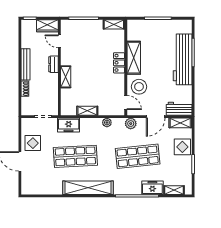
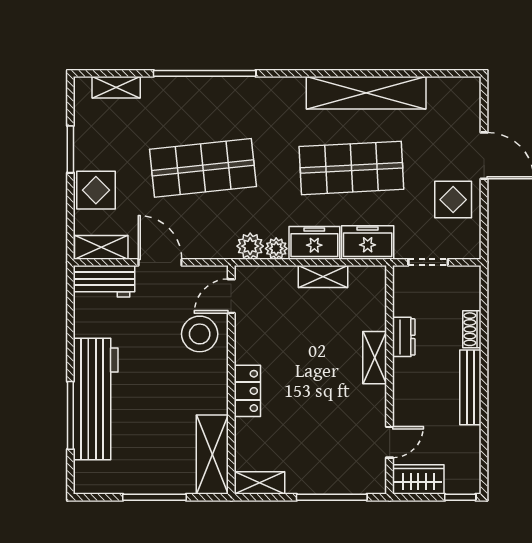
door: (59, 41) -> (390, 442), hinge flipped
shelving: (134, 58) -> (212, 455), moved
dresser: (53, 64) -> (404, 337), moved
door: (126, 103) -> (231, 296), hinge flipped
door: (156, 117) -> (160, 262), hinge flipped
plant: (131, 124) -> (250, 246), moved
shelving: (88, 188) -> (366, 93), moved
freezer: (152, 188) -> (314, 243), moved, turned 180

